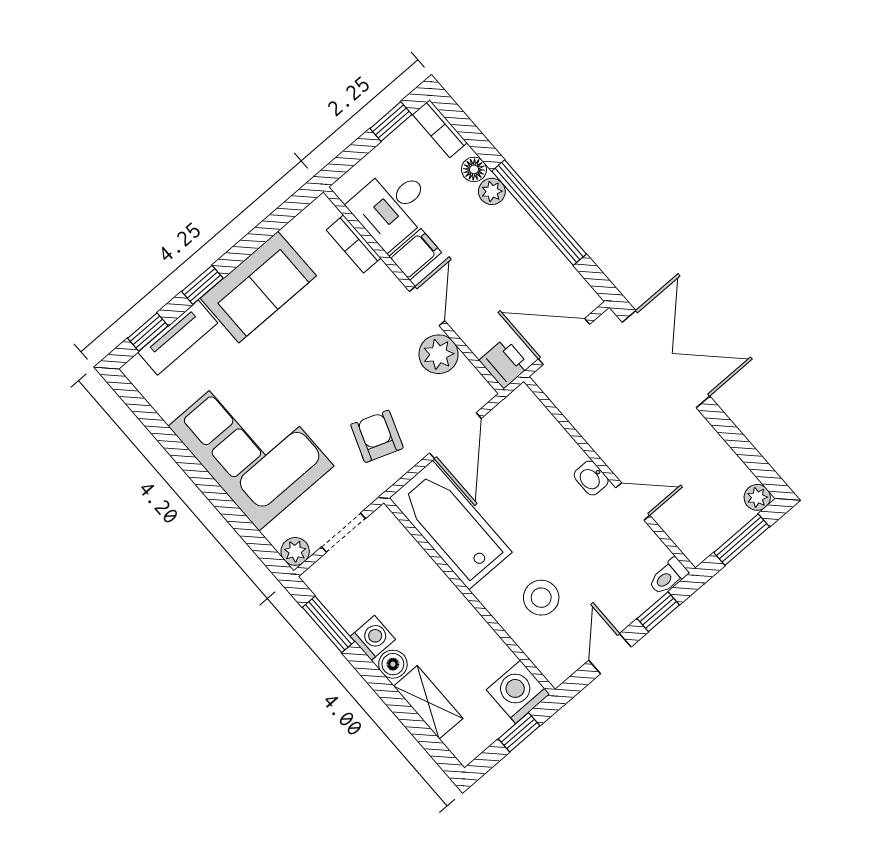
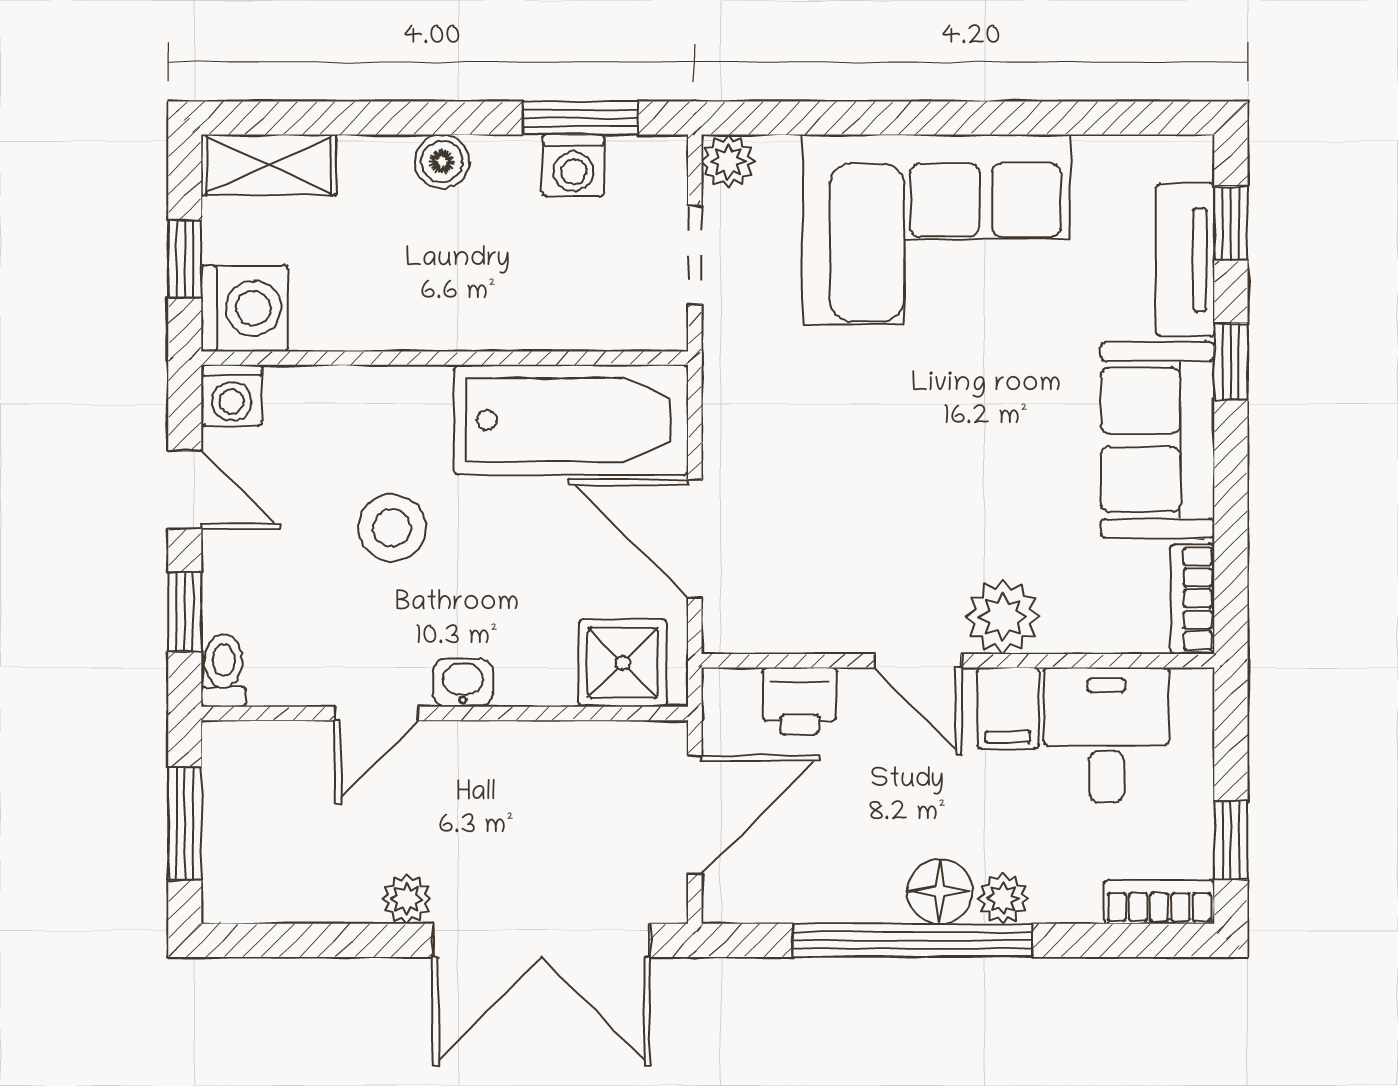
floor lamp: (474, 169) -> (940, 891), moved, width x1.37, depth x1.37
bookcase: (354, 244) -> (1192, 599), moved, turned -90
plant: (439, 354) -> (1003, 617), moved
printer: (504, 363) -> (800, 701), moved
shower: (529, 422) -> (623, 663), added
armchair: (377, 436) -> (792, 424), removed
plant: (757, 497) -> (407, 899), moved
stool: (541, 598) -> (392, 528), moved
washing machine: (373, 638) -> (573, 165), moved
washing machine: (557, 667) -> (232, 395), added
shelving: (428, 702) -> (269, 165), moved

